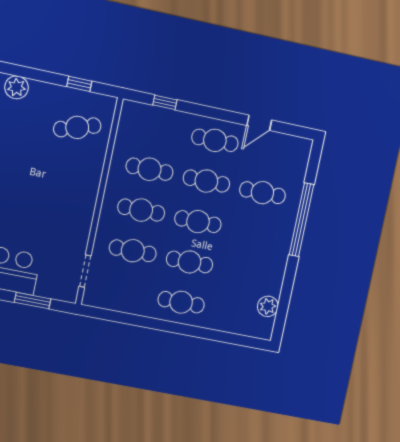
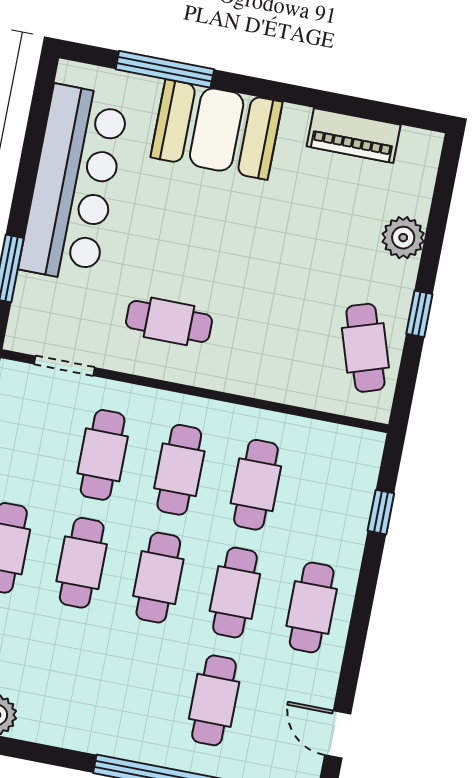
window: (79, 84) -> (419, 314), moved
door: (259, 123) -> (338, 735), moved
cafe table: (77, 127) -> (365, 348), moved
cafe table: (62, 215) -> (169, 321), added

